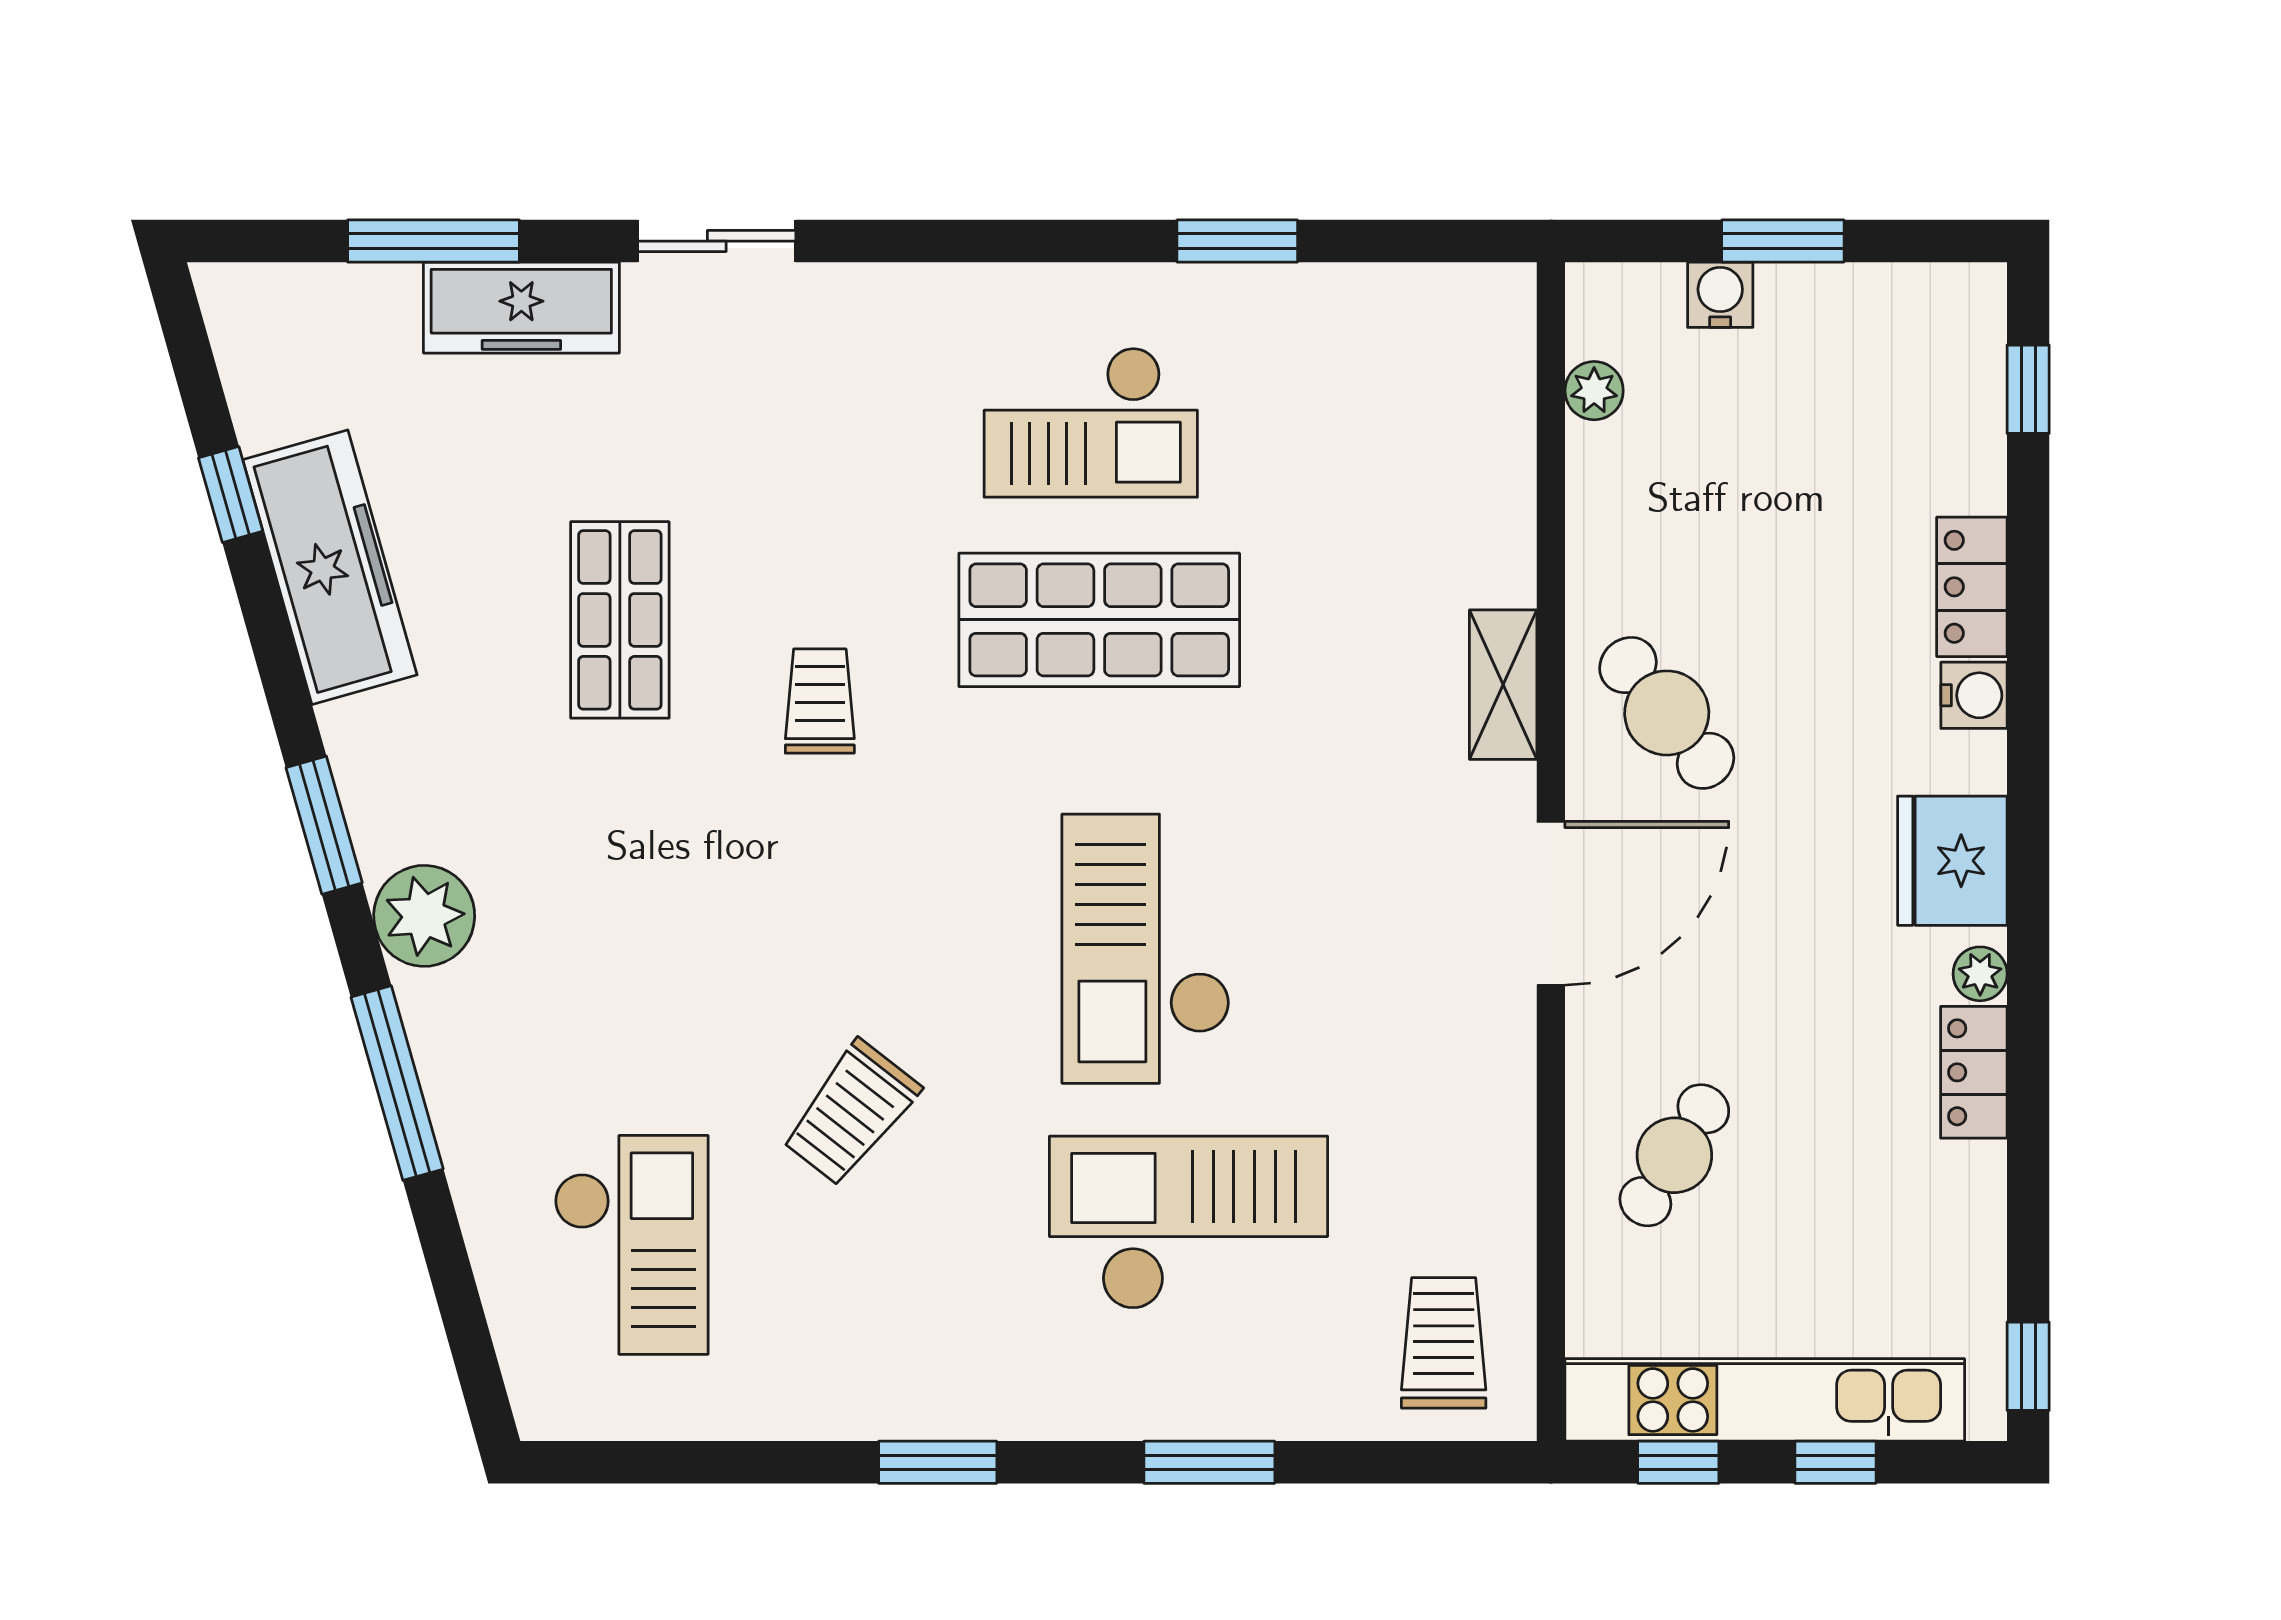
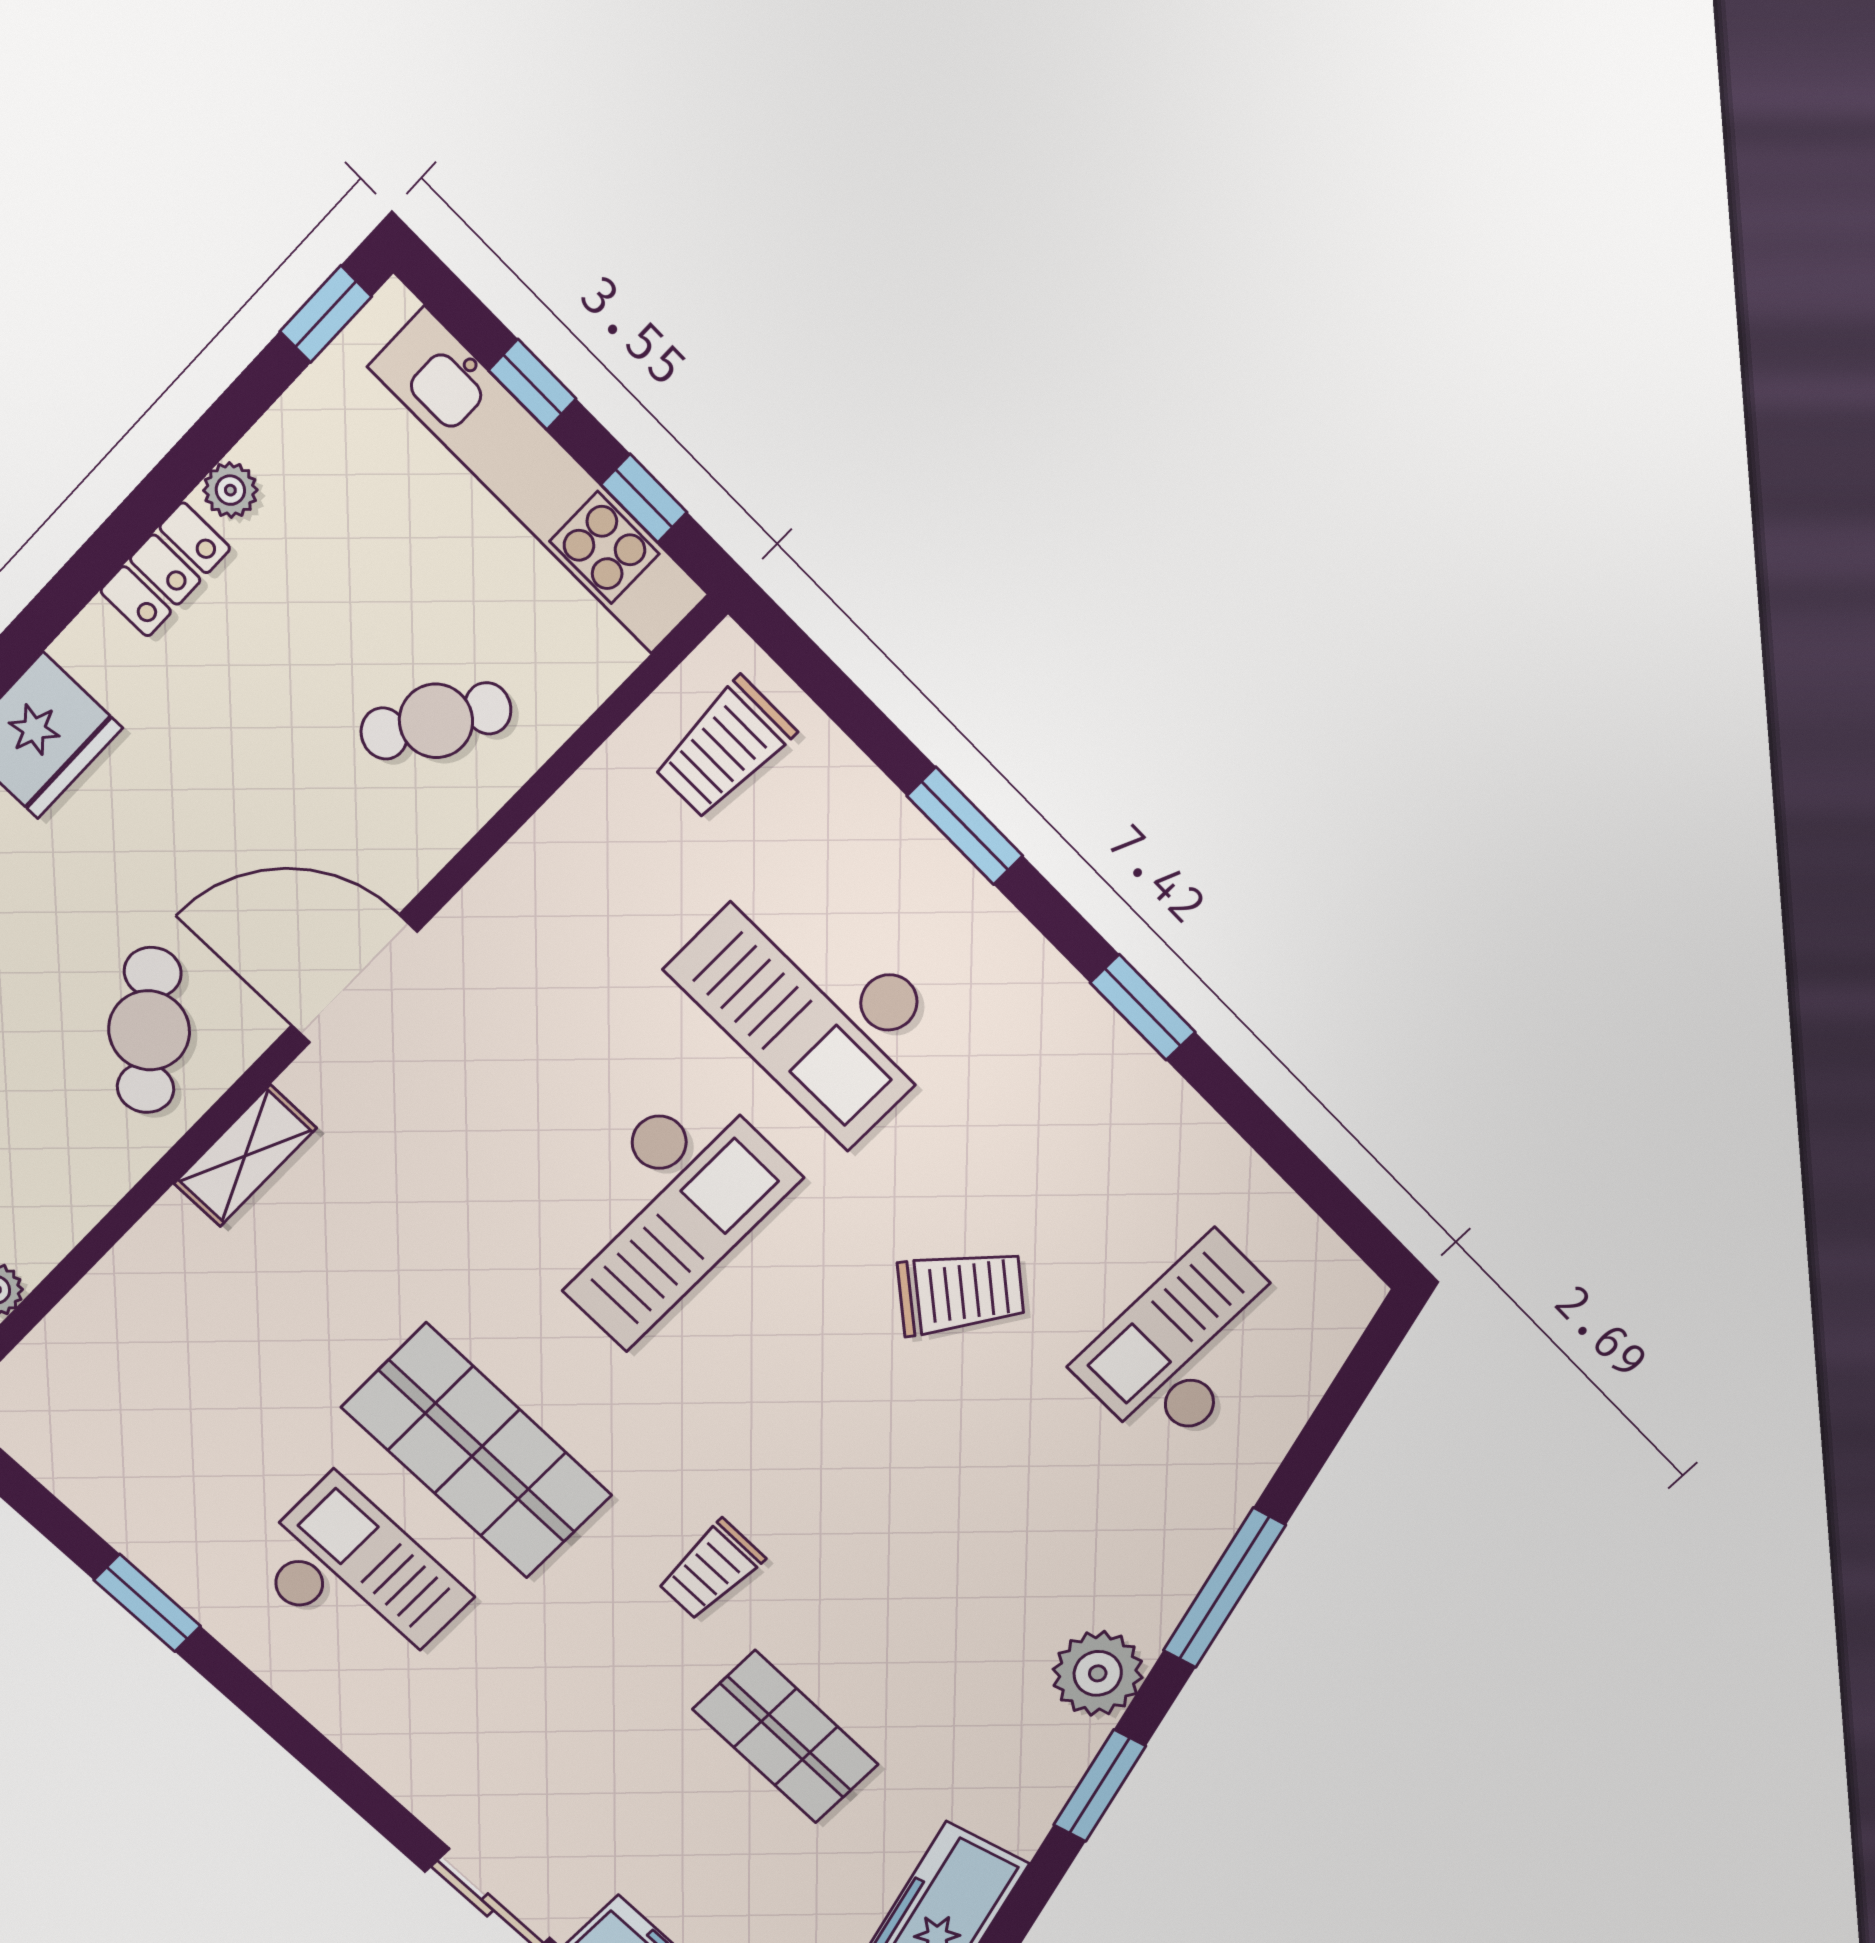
shop shelf: (620, 620) -> (786, 1737), turned 90
plant: (1980, 974) -> (230, 490), moved

